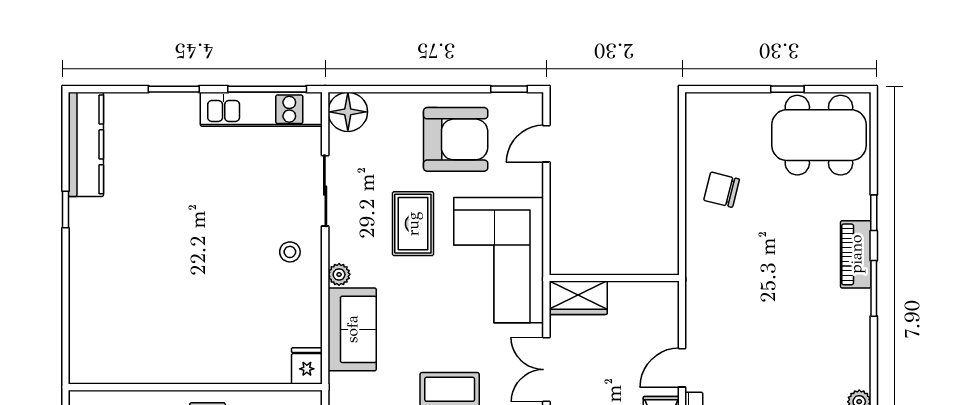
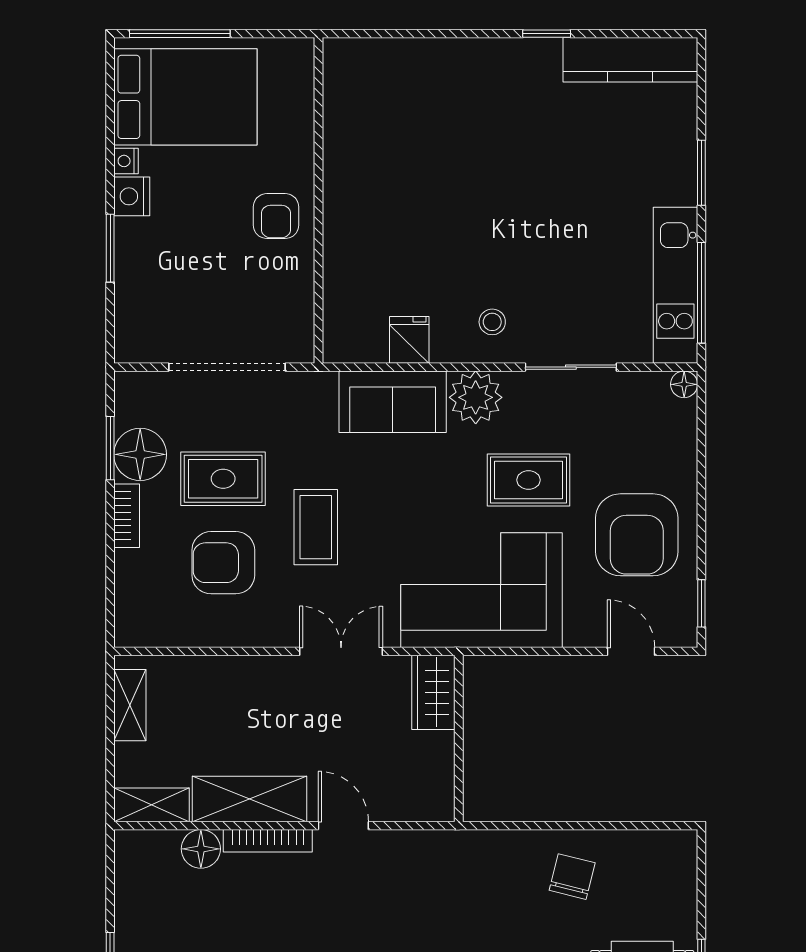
floor lamp: (348, 112) -> (684, 384), width x0.53, depth x0.53
plant: (339, 274) -> (476, 397), width x1.88, depth x1.88
fridge: (307, 366) -> (409, 340), moved, turned -90

